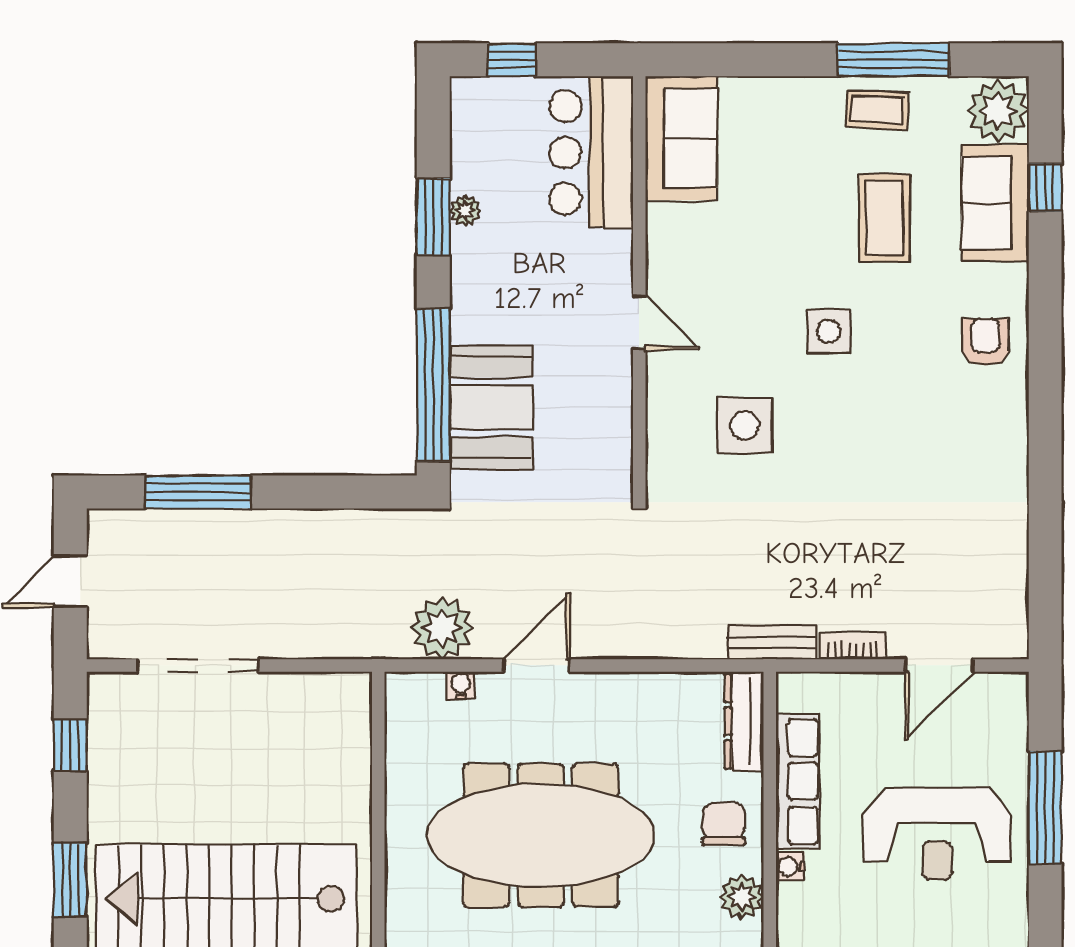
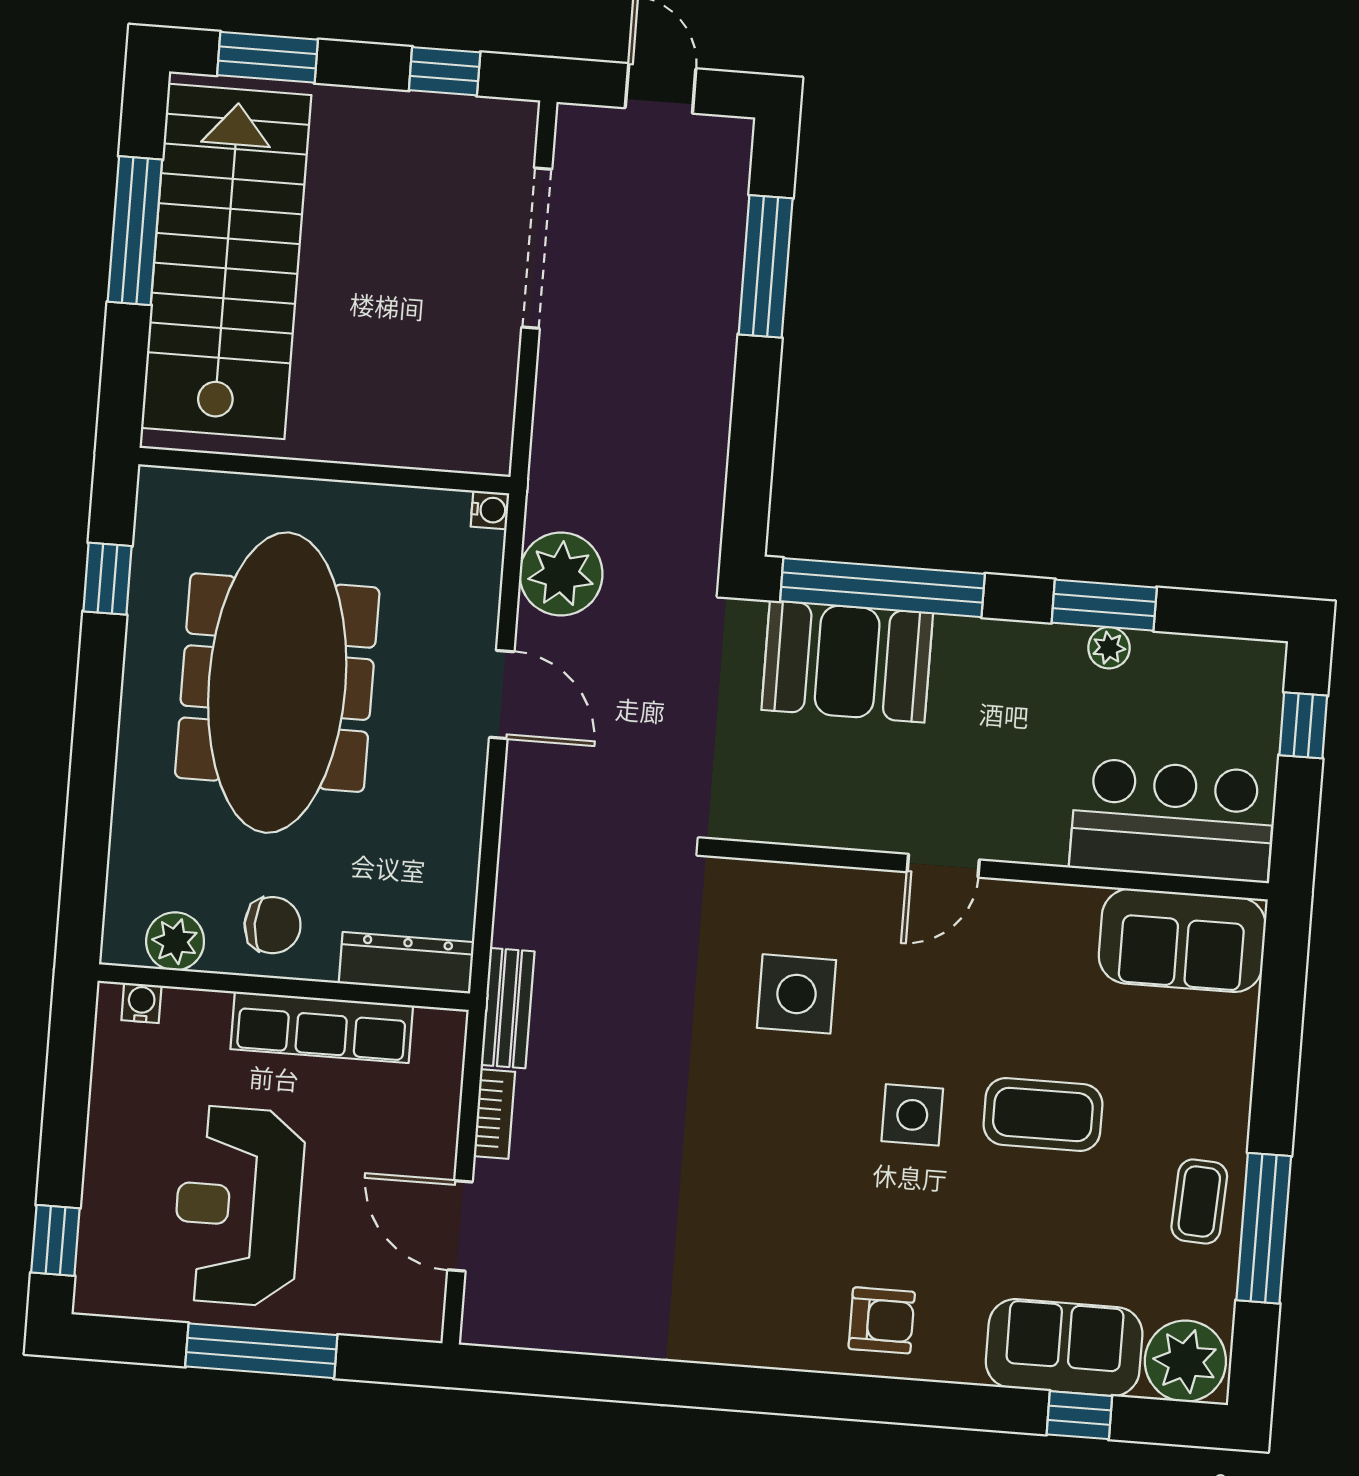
coffee table: (885, 218) -> (1043, 1114), moved
water cooler: (461, 685) -> (490, 510), moved
water cooler: (790, 866) -> (141, 1003), moved

